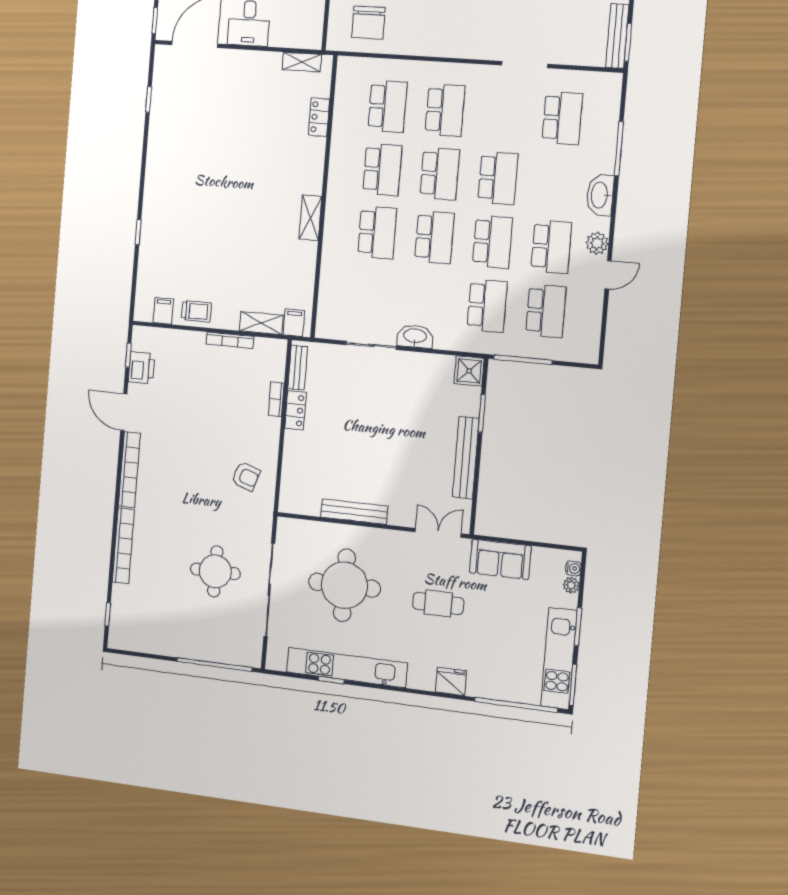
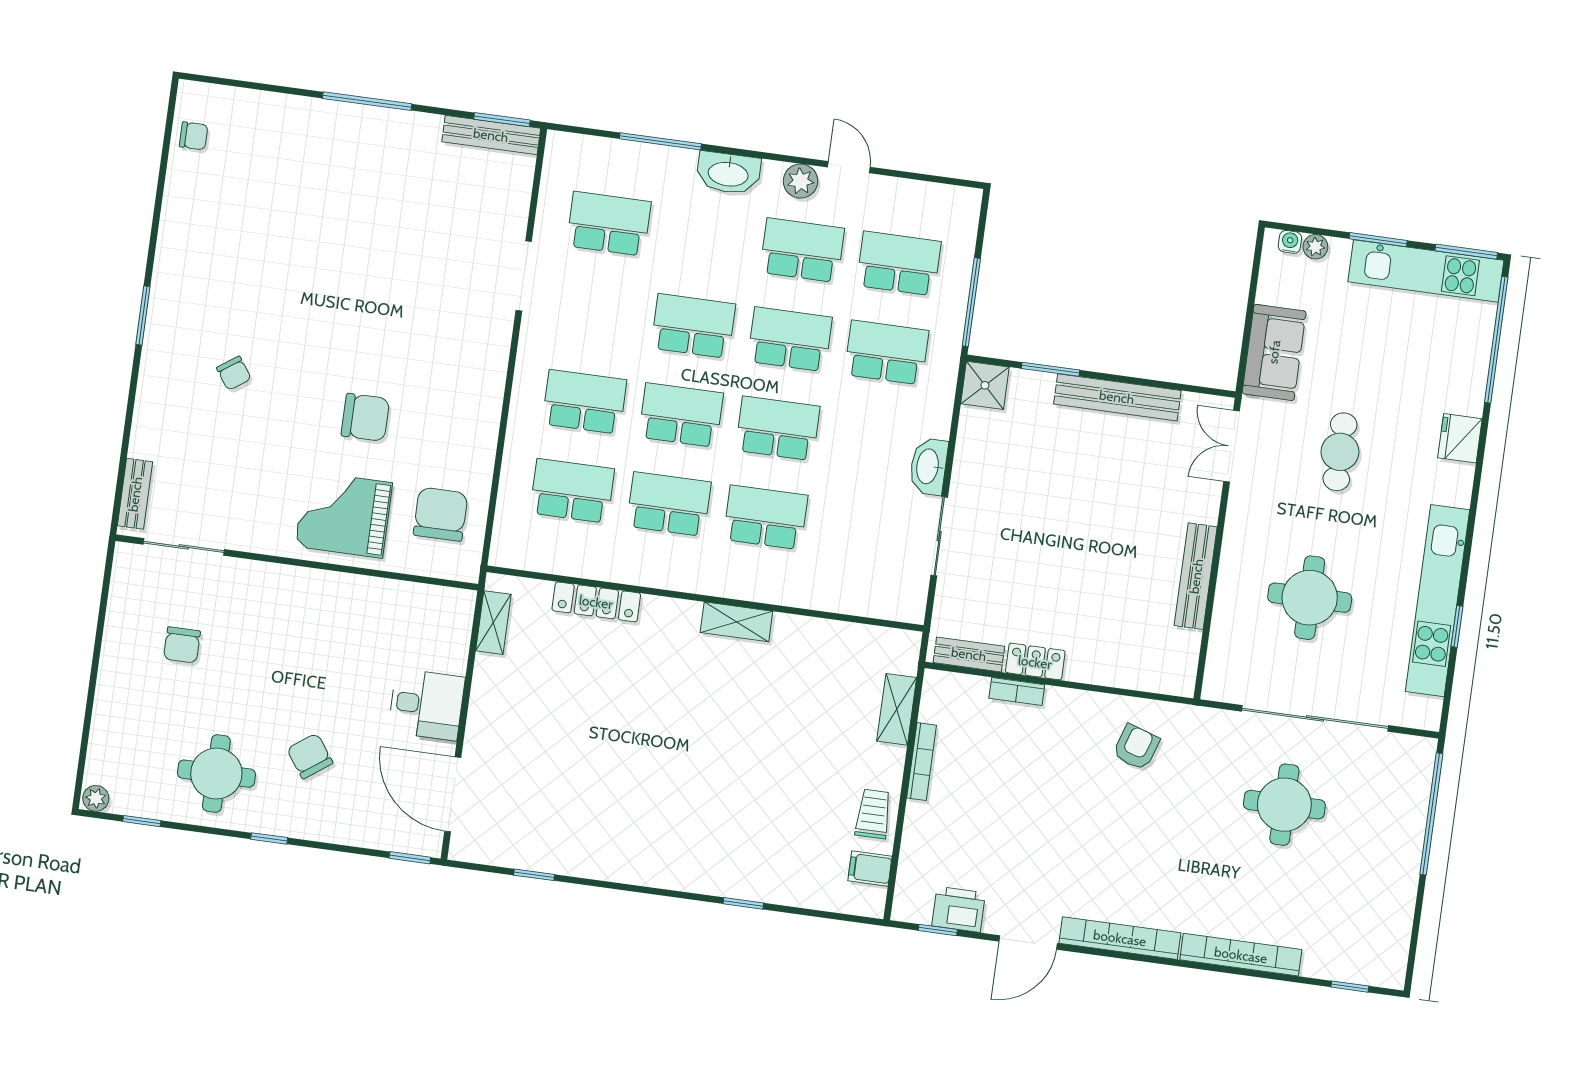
chair: (368, 23) -> (441, 514), turned -90
locker: (319, 117) -> (596, 602), width x1.53
filing cabinet: (294, 323) -> (899, 657), removed
round table: (344, 585) -> (1310, 598), width x0.73, depth x0.73

